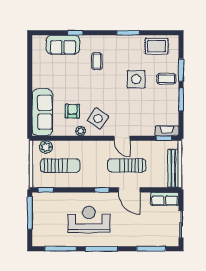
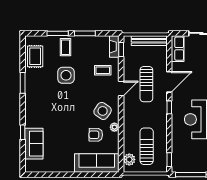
coffee table: (97, 61) -> (103, 70), moved

